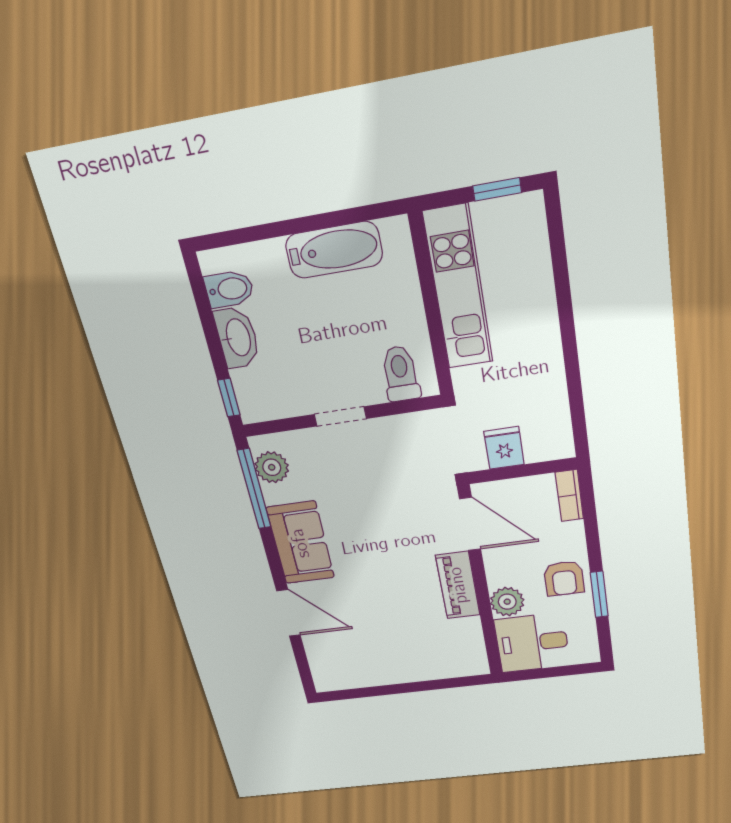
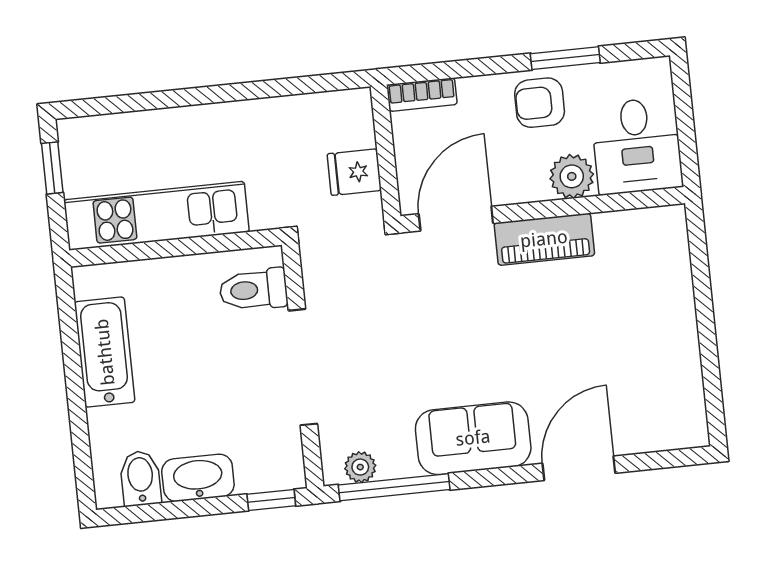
doorway: (340, 416) -> (303, 367), width x1.88
plant: (272, 467) -> (360, 467), width x0.73, depth x0.73
armchair: (564, 578) -> (540, 103), turned 180

